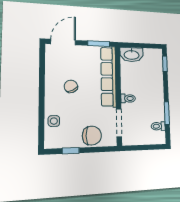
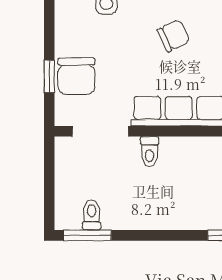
window: (167, 113) -> (87, 235), moved
window: (71, 151) -> (49, 76), moved

